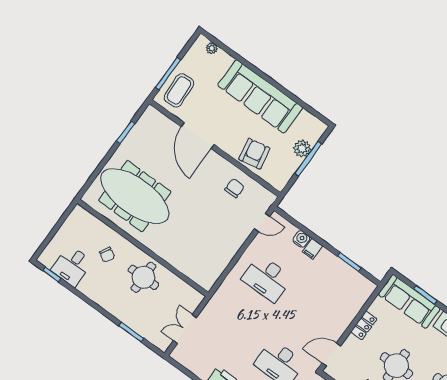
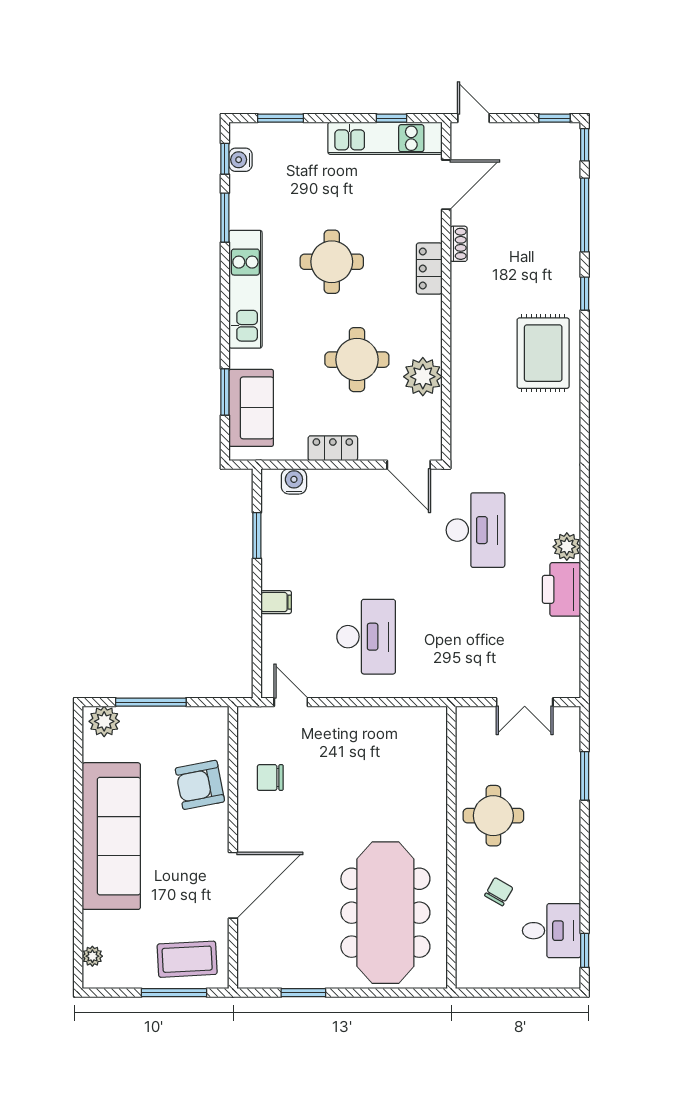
plant: (302, 149) -> (104, 721), moved
water cooler: (301, 239) -> (294, 481), moved, turned 90
sofa: (409, 301) -> (251, 408), width x0.73

